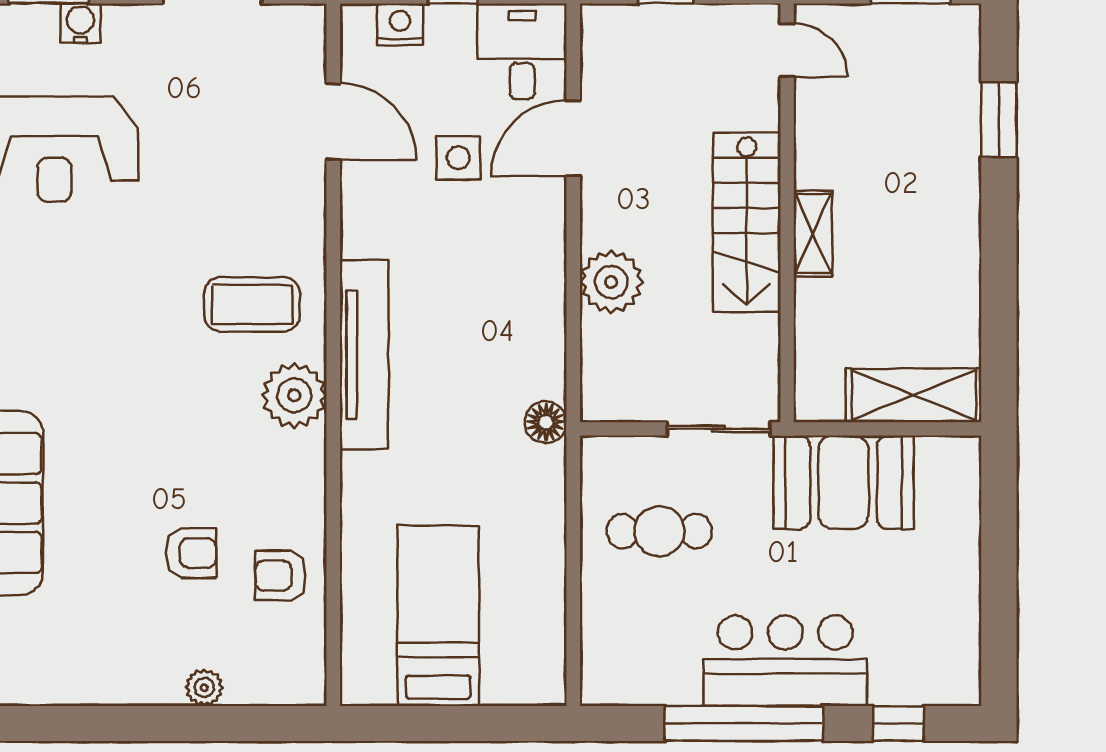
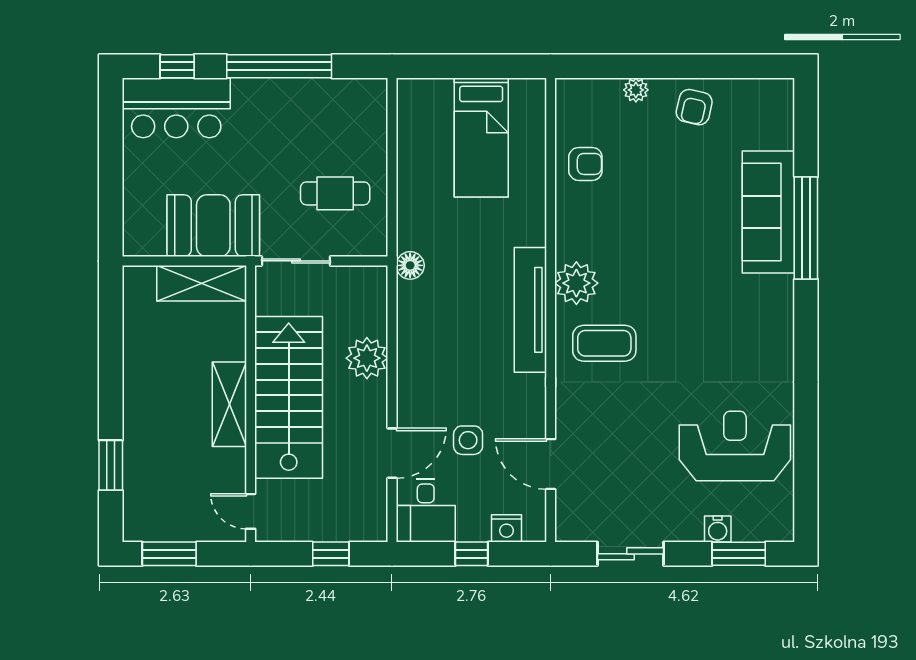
stairs: (747, 222) -> (289, 397), width x1.36, depth x1.51
shelving: (813, 234) -> (229, 404), width x1.50, depth x1.33
shelving: (914, 395) -> (202, 283), moved
armchair: (191, 553) -> (694, 107), moved, turned -77
bar counter: (785, 661) -> (176, 108), moved

